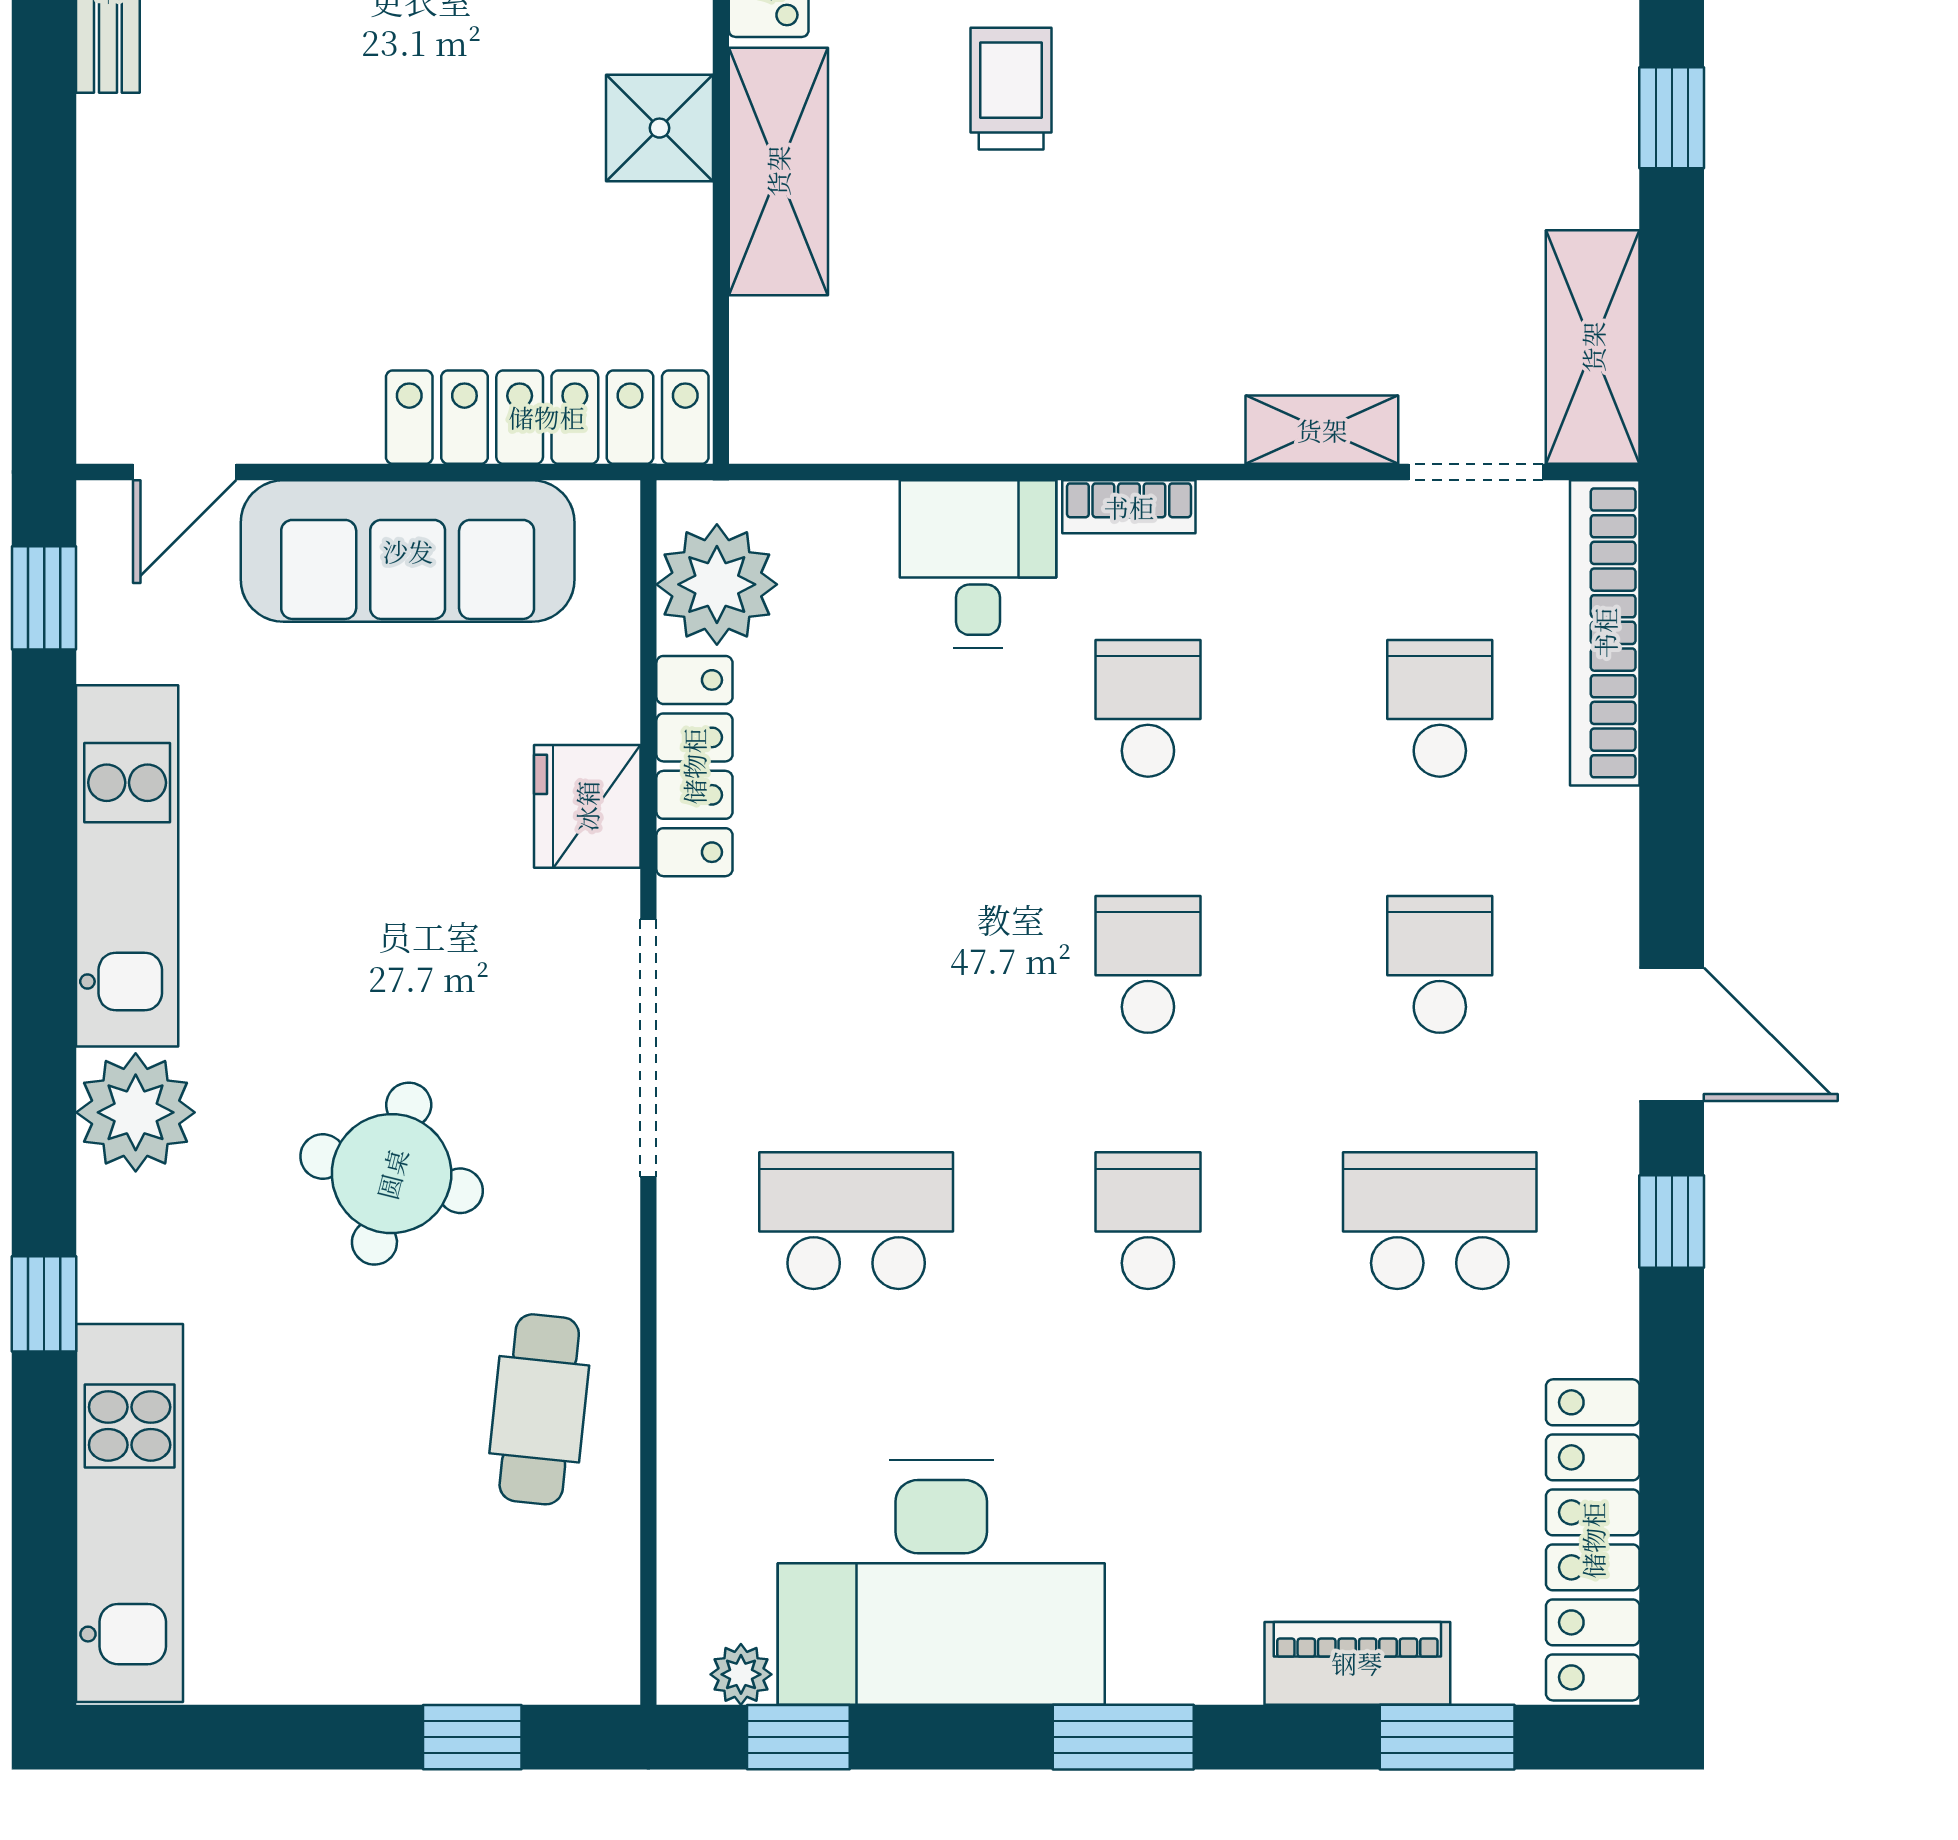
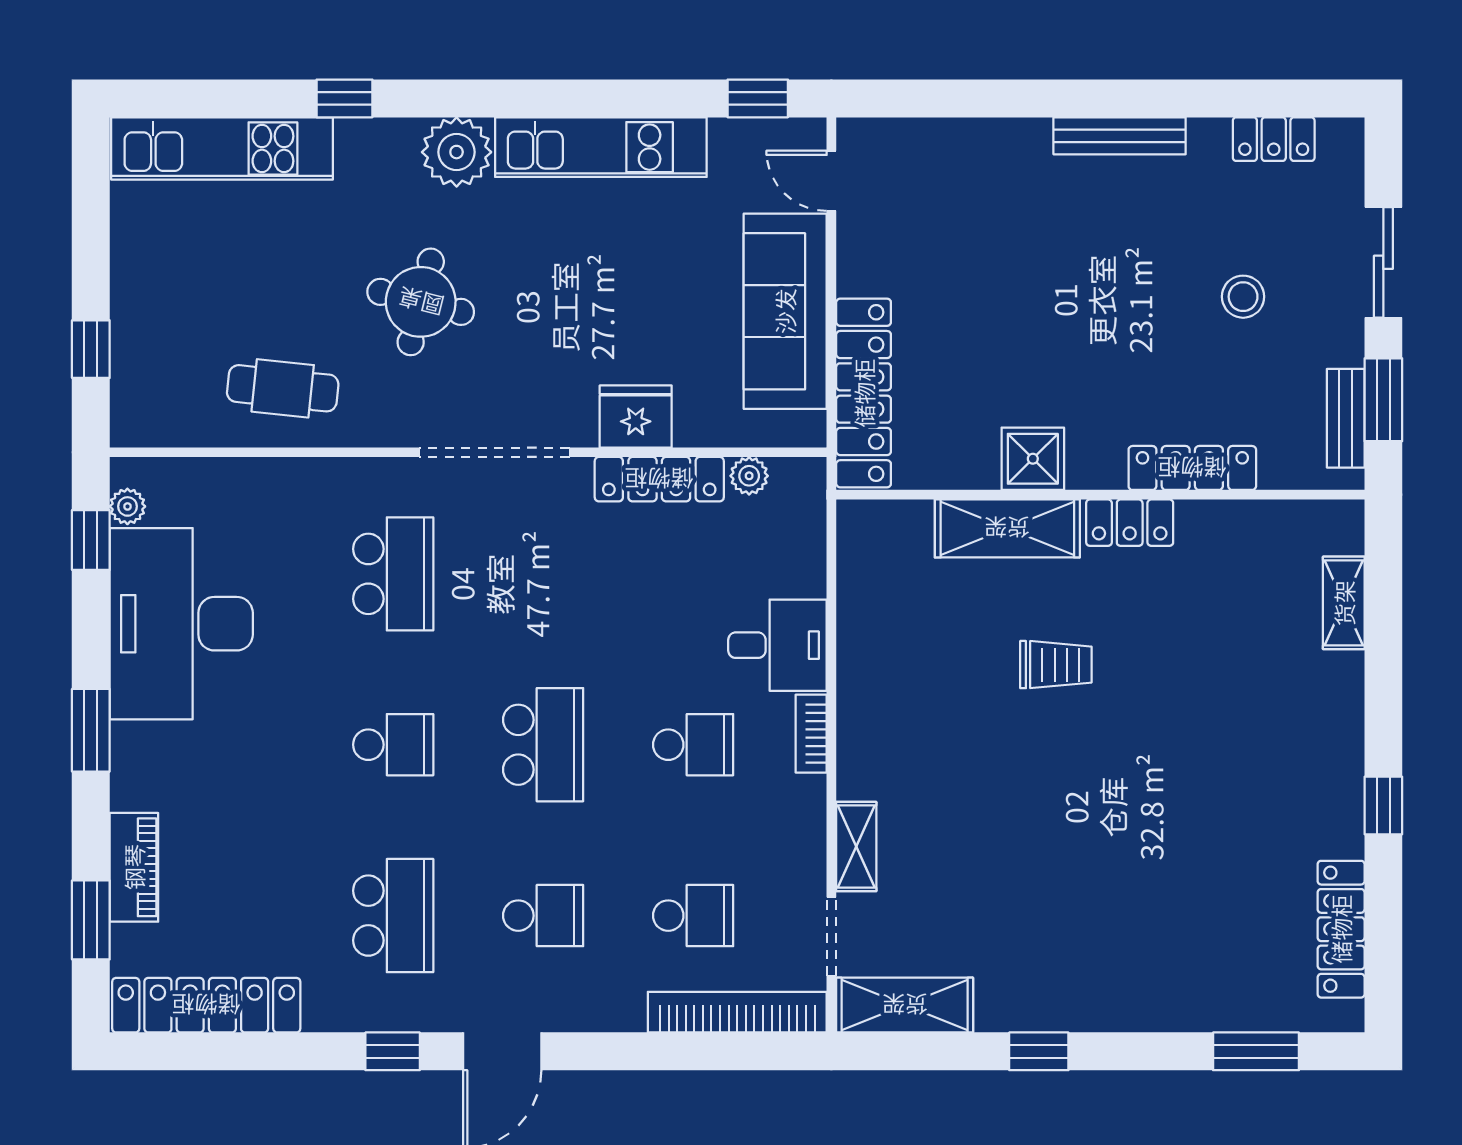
plant: (717, 584) -> (749, 476), width x0.53, depth x0.53
school desk: (1148, 964) -> (543, 745), width x1.85

